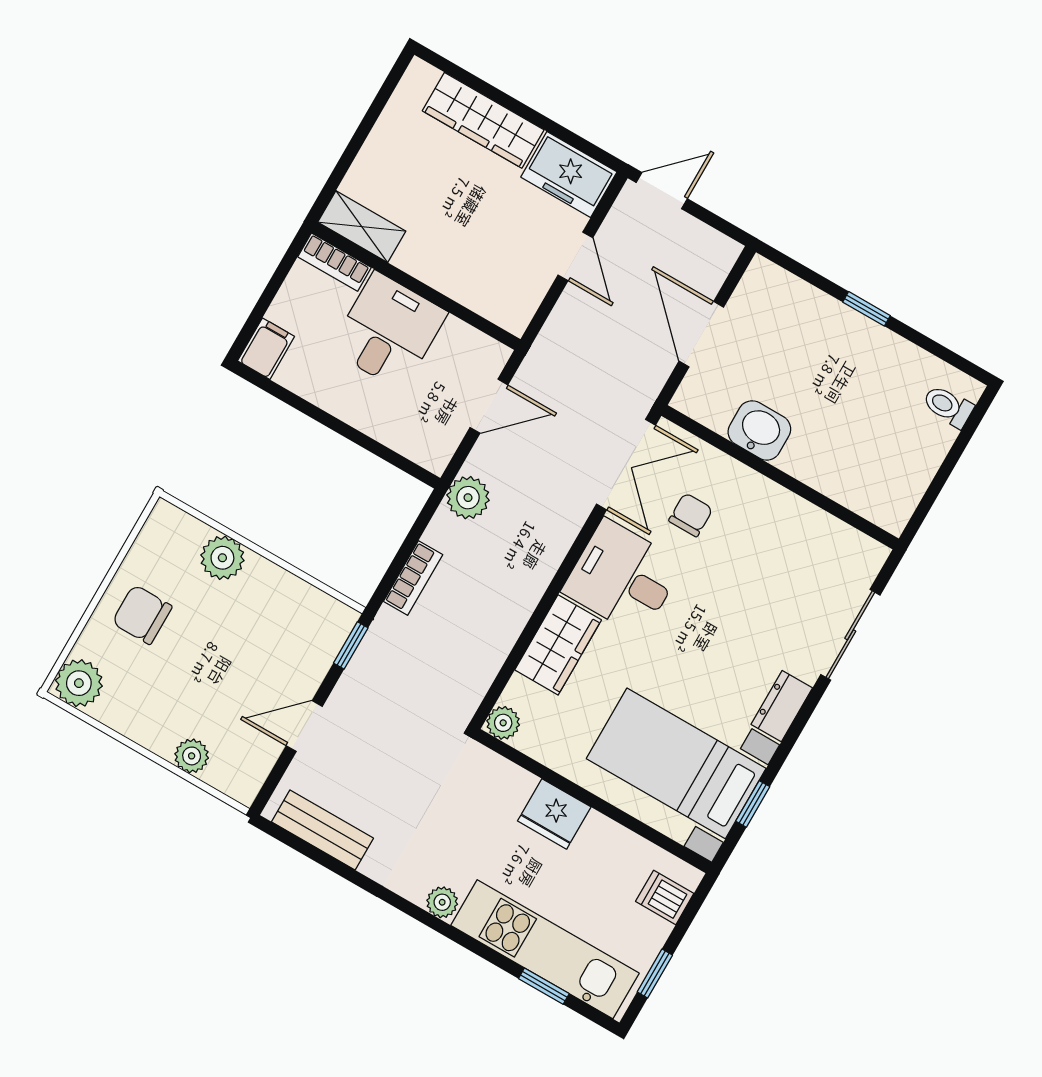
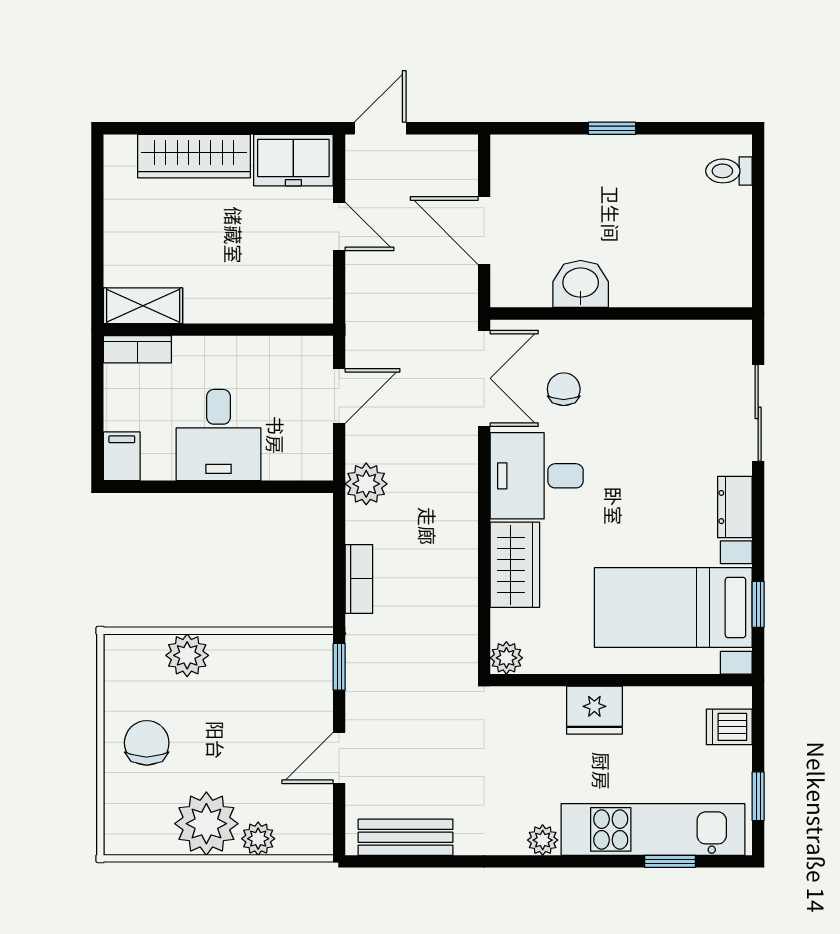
desk: (388, 331) -> (219, 435), moved, turned 180
chair: (142, 615) -> (147, 743), turned 90
plant: (79, 683) -> (206, 824), moved, width x1.36, depth x1.36

